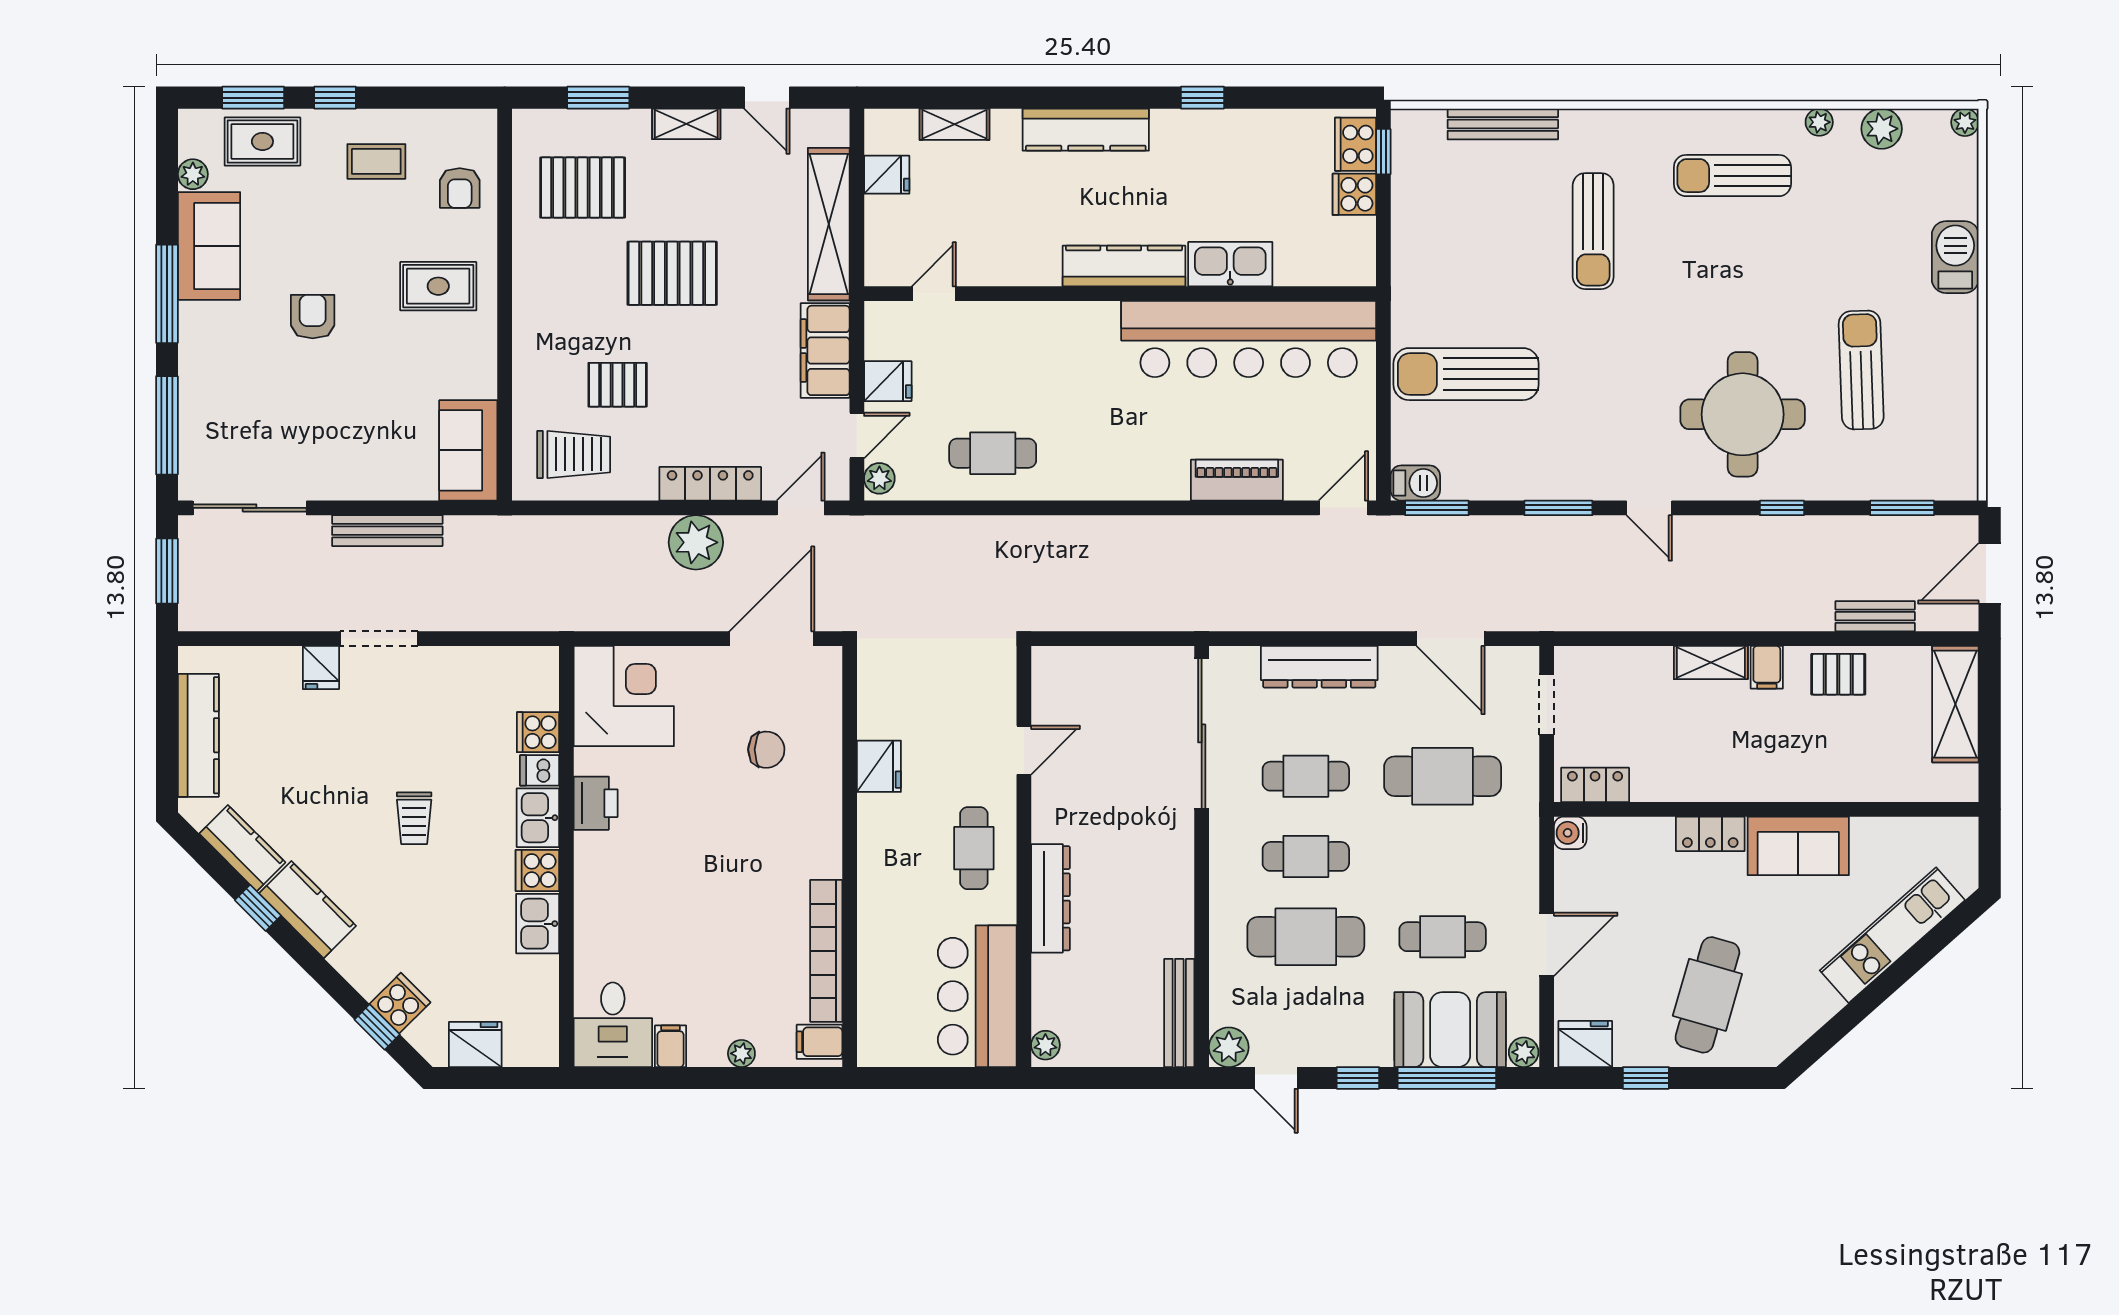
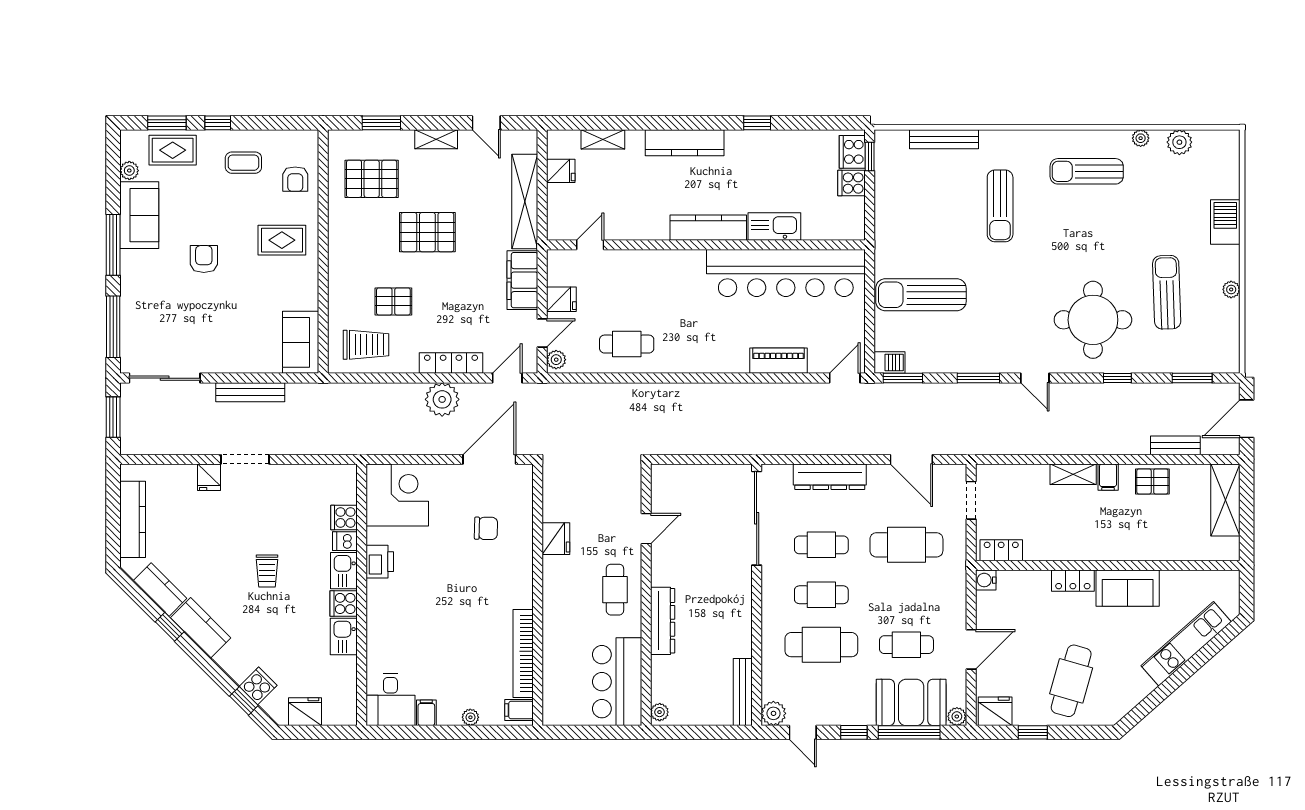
plant: (1965, 122) -> (1231, 289), moved

